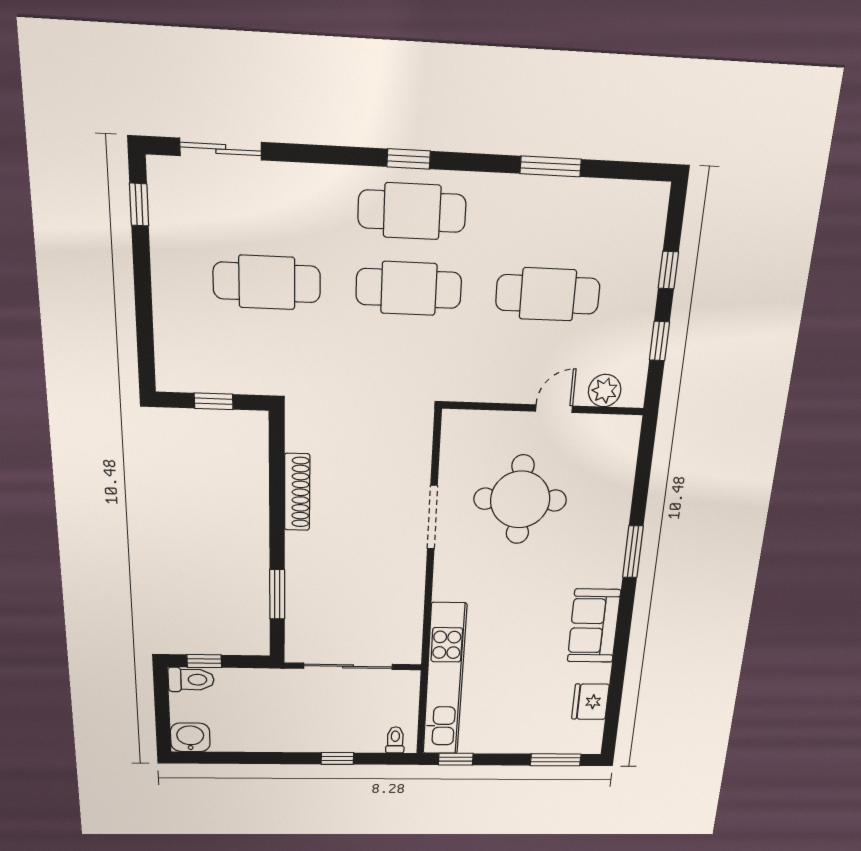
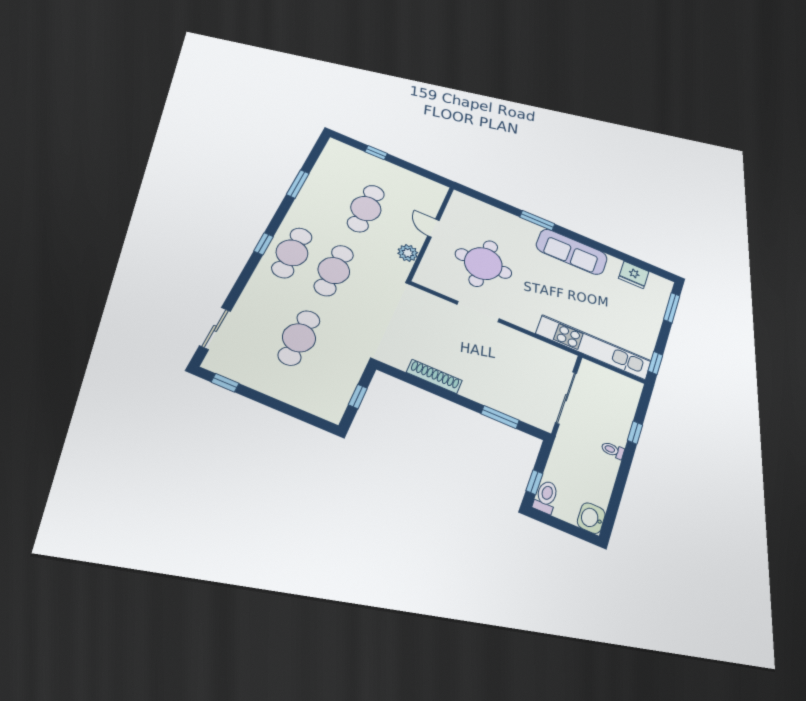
window: (659, 341) -> (414, 169), removed
plant: (605, 391) -> (408, 253), moved
sofa: (594, 626) -> (572, 252), width x1.36
toilet: (395, 740) -> (613, 450), moved

